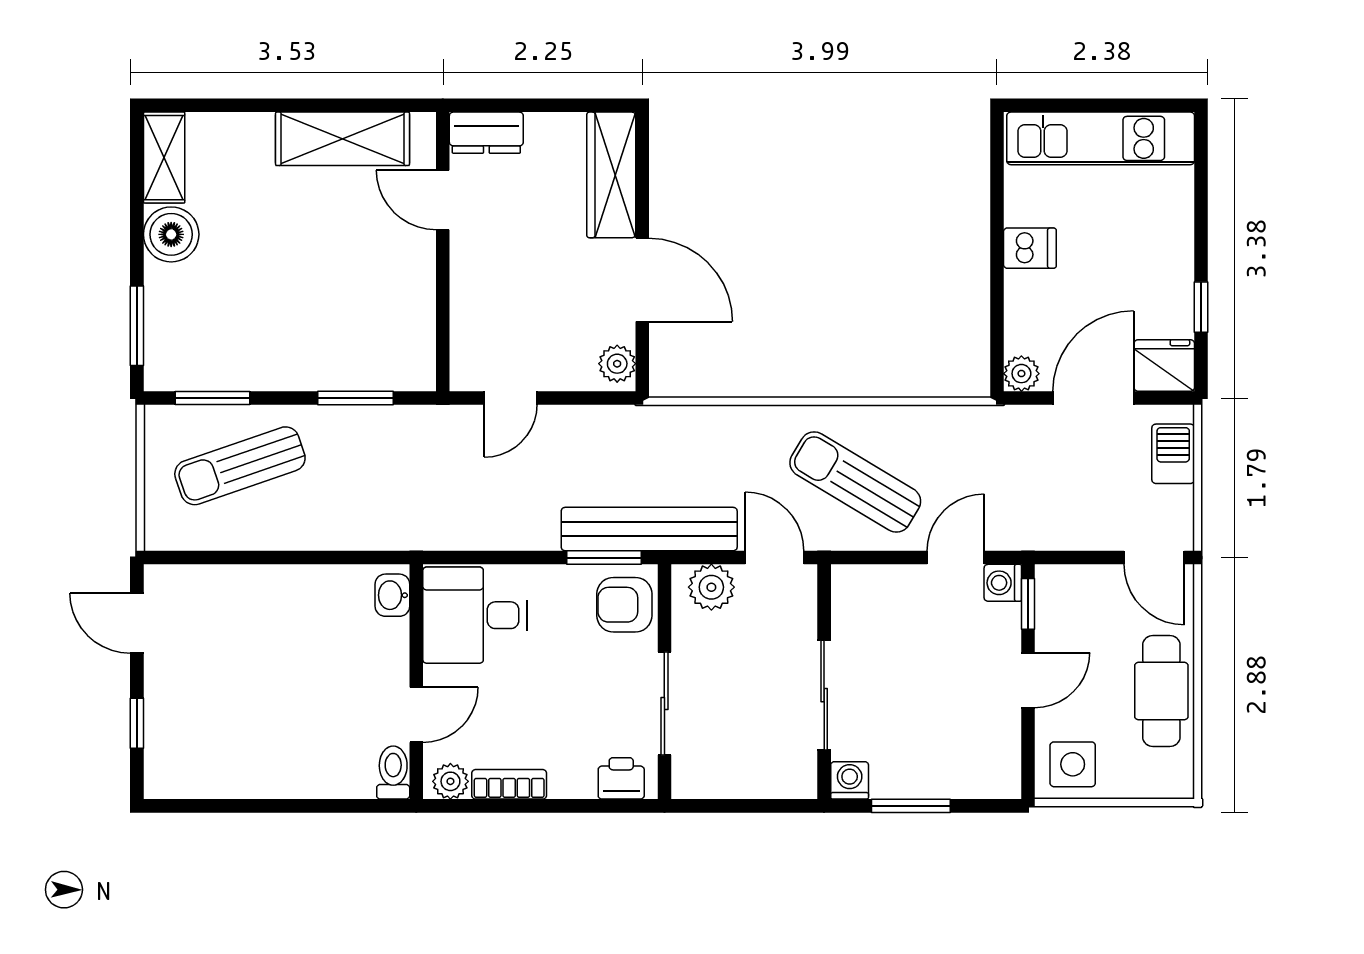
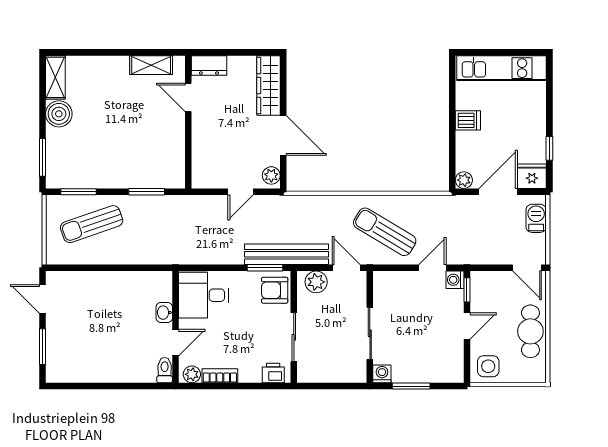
shelving: (343, 139) -> (151, 65), width x0.67, depth x0.75
door: (511, 398) -> (241, 192), moved
washbasin: (392, 595) -> (164, 313), moved
window: (137, 723) -> (43, 347), width x1.50

